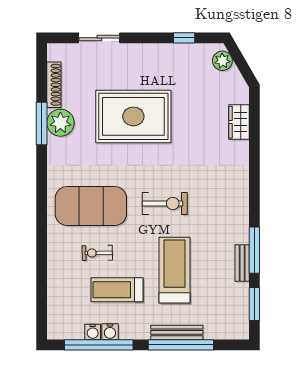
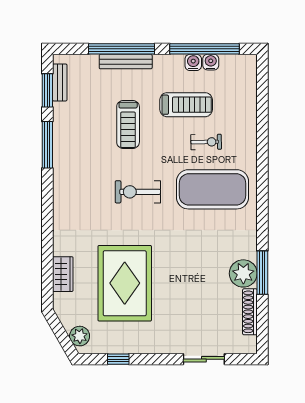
rug: (133, 116) -> (125, 283), moved, turned 90
bench: (242, 263) -> (60, 82), moved
treadmill: (175, 270) -> (128, 124), width x0.73, depth x0.73

